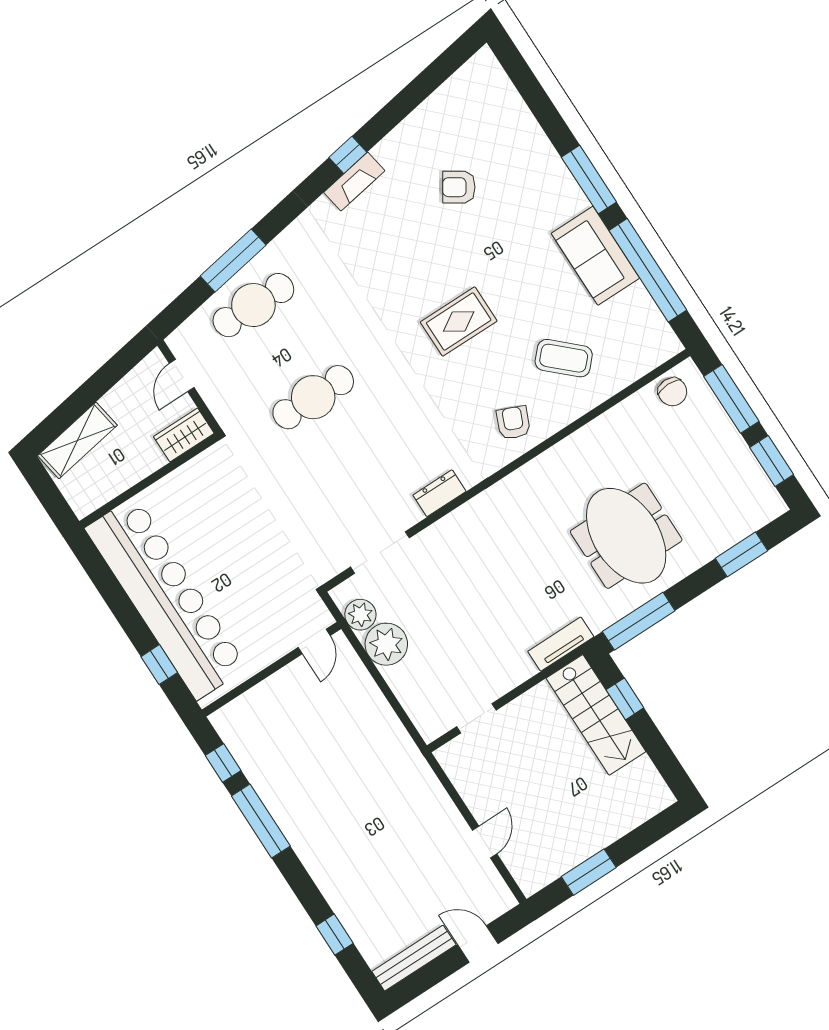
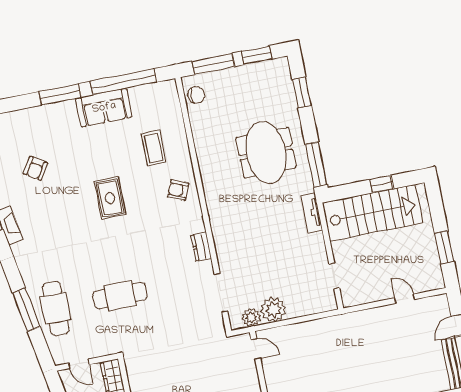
coffee table: (564, 358) -> (154, 148), turned -43
cafe table: (313, 397) -> (120, 296), turned 90
meeting table: (626, 536) -> (266, 152), turned 90
window: (625, 699) -> (382, 184), moved
stairs: (596, 715) -> (372, 213), width x1.36, depth x1.51

